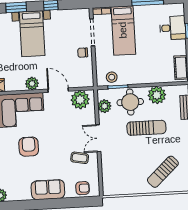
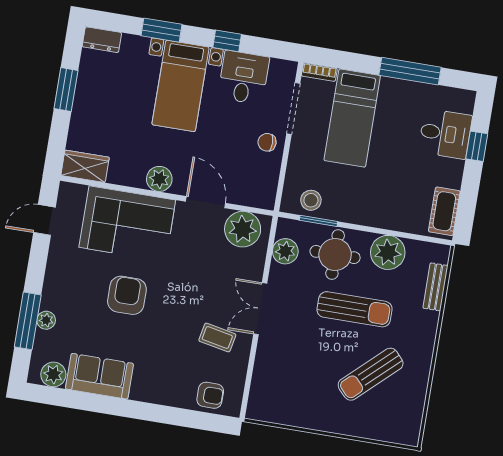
desk: (63, 22) -> (244, 78), added
sun lounger: (163, 172) -> (371, 374), moved
sofa: (48, 190) -> (99, 376), moved

